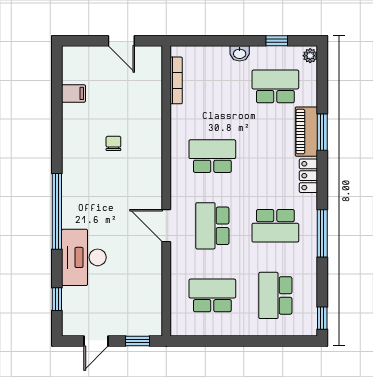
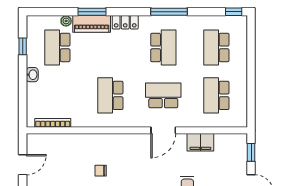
plant: (310, 56) -> (66, 21), moved
school desk: (212, 226) -> (163, 95), turned 180
filing cabinet: (151, 275) -> (200, 142), added
school desk: (275, 295) -> (216, 47), turned 90

